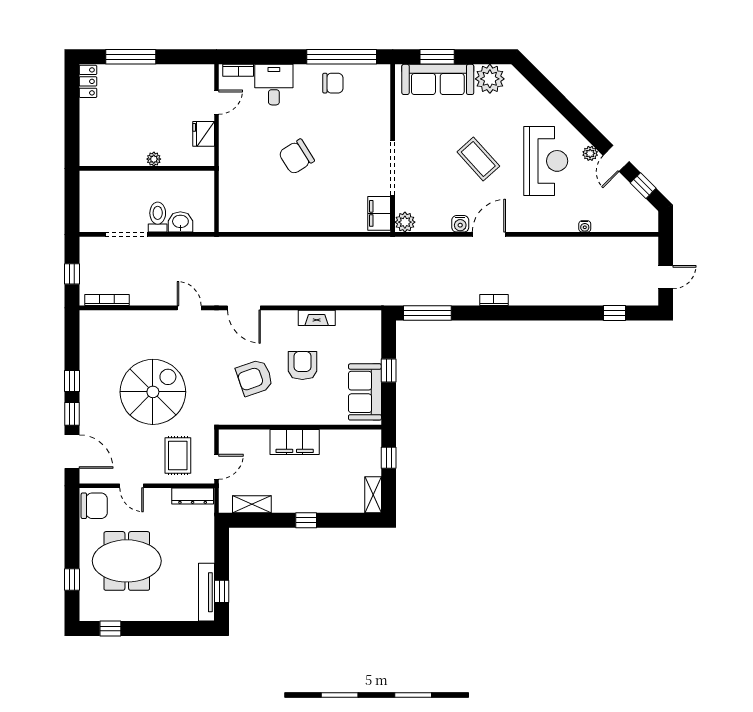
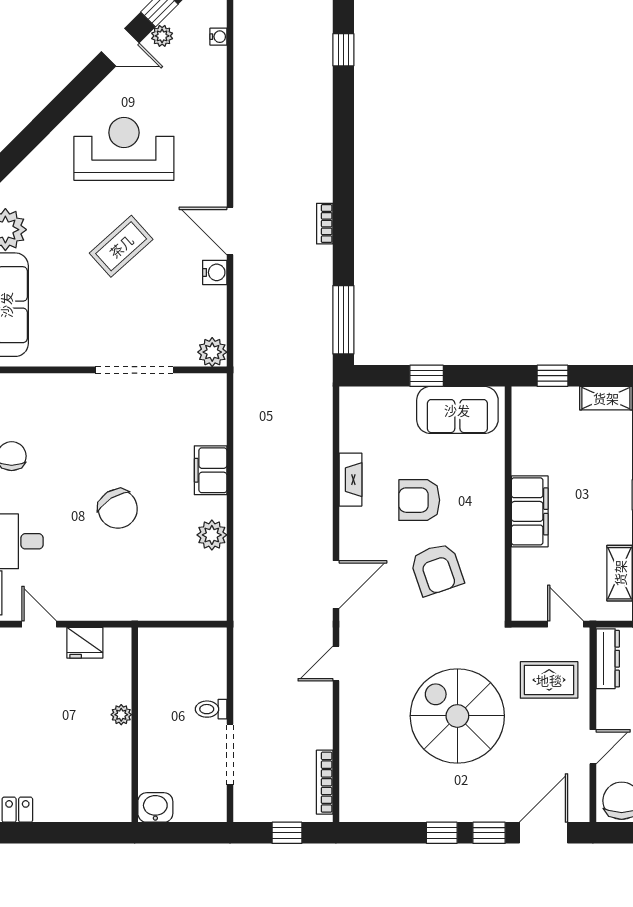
plant: (590, 153) -> (162, 36), moved
filing cabinet: (379, 213) -> (211, 470), moved, turned 90
toilet: (158, 217) -> (211, 709), width x0.73, depth x0.72
washbasin: (180, 222) -> (155, 807), moved, turned 90
plant: (278, 222) -> (212, 535), added
water cooler: (585, 226) -> (218, 37), moved

